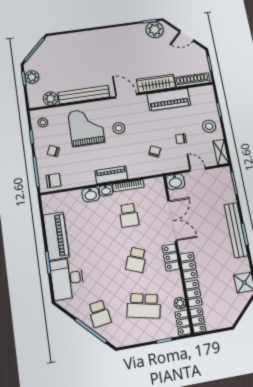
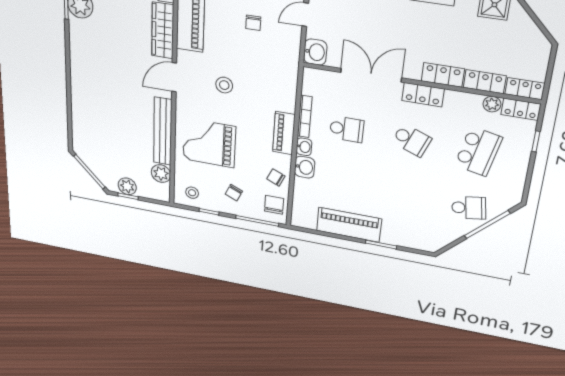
stool: (119, 128) -> (224, 85), moved
chair: (155, 151) -> (276, 177), moved
desk: (67, 279) -> (409, 230), removed

